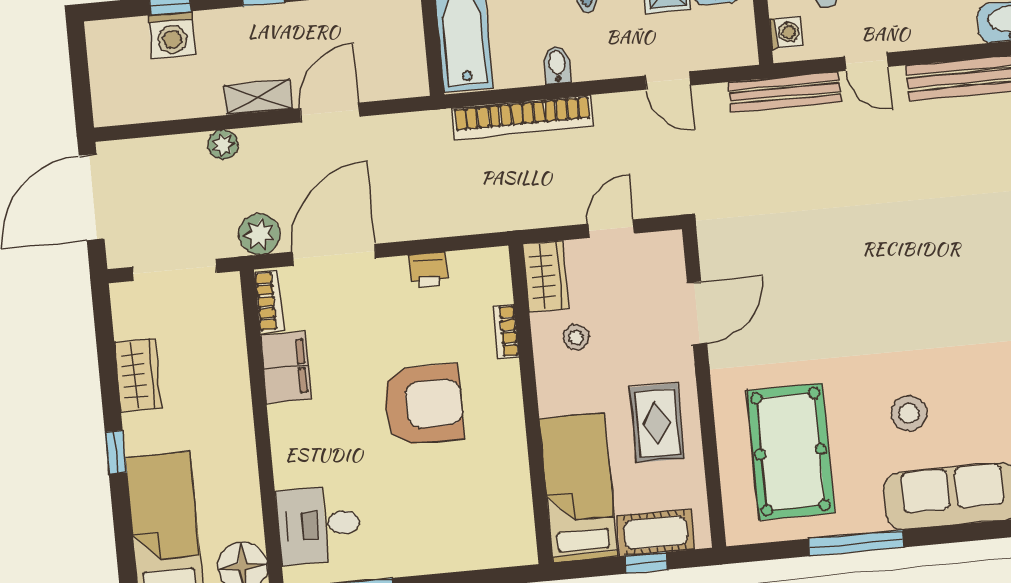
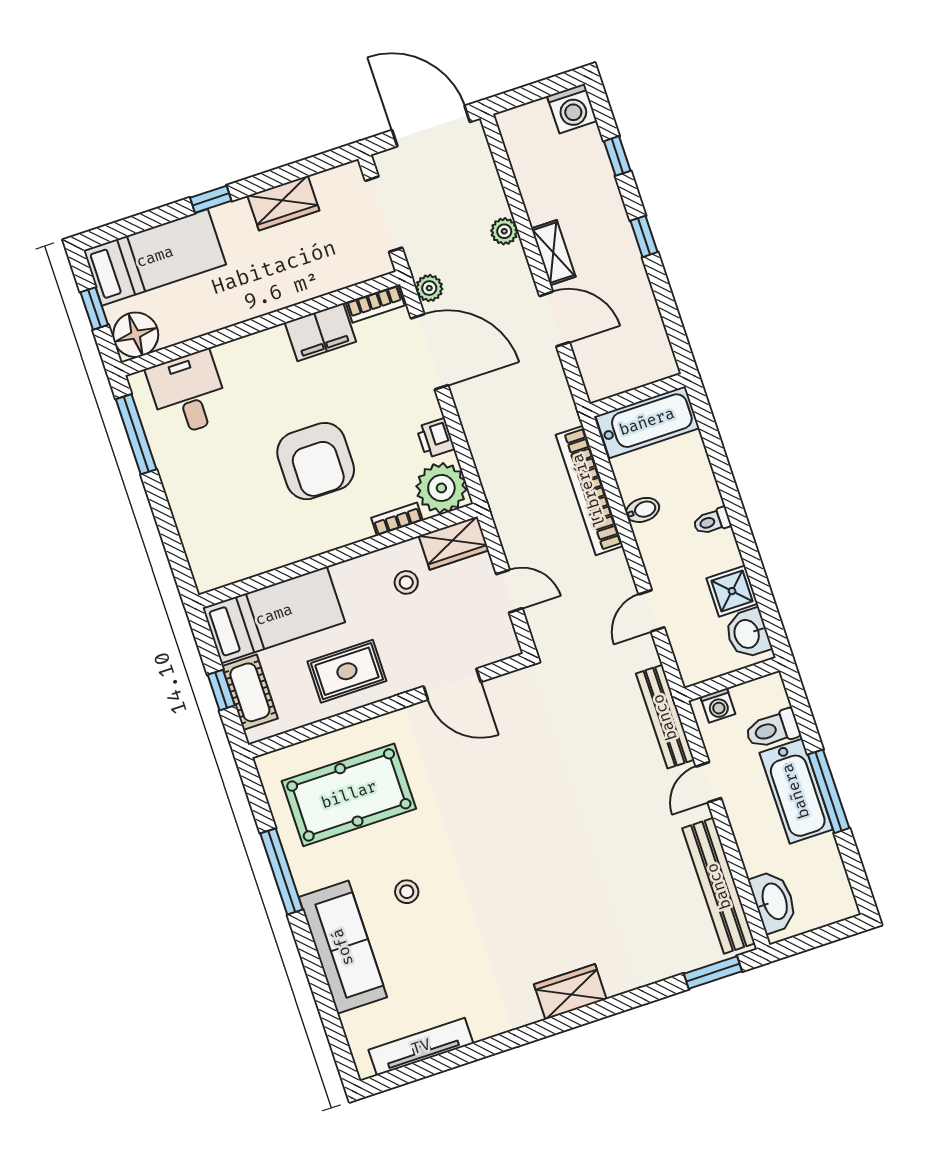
washing machine: (172, 35) -> (572, 108), moved, turned -90
plant: (259, 234) -> (429, 288), width x0.73, depth x0.73
plant: (483, 276) -> (441, 488), added
stool: (909, 413) -> (407, 892), width x0.73, depth x0.73

